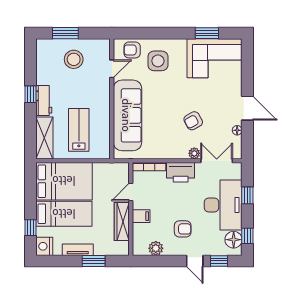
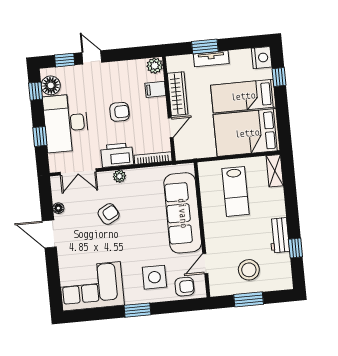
window: (65, 33) -> (249, 299), moved
window: (207, 33) -> (137, 310), moved
window: (31, 94) -> (295, 248), moved
workbench: (44, 100) -> (279, 235), moved
shelving: (44, 138) -> (275, 171), width x0.67, depth x0.75
plant: (194, 153) -> (119, 176), moved
filing cabinet: (141, 216) -> (155, 89), moved
armchair: (183, 229) -> (119, 112), moved, turned 180
plant: (156, 248) -> (155, 66), moved
tv unit: (78, 250) -> (211, 59), moved

